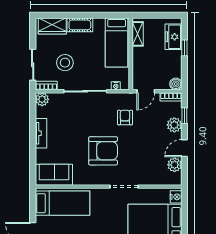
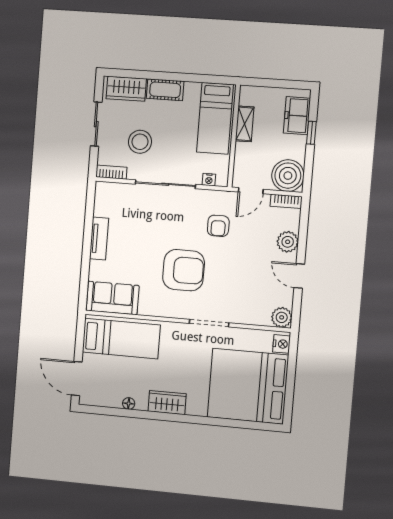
shelving: (138, 34) -> (245, 124), moved
sliding door: (33, 65) -> (96, 124), moved
boiler: (176, 84) -> (288, 176), width x1.86, depth x1.86
plant: (42, 99) -> (104, 191), removed
window: (184, 116) -> (303, 230), removed
armchair: (125, 118) -> (218, 226), turned 180
door: (184, 148) -> (299, 276), hinge flipped
plant: (175, 165) -> (282, 317), moved

